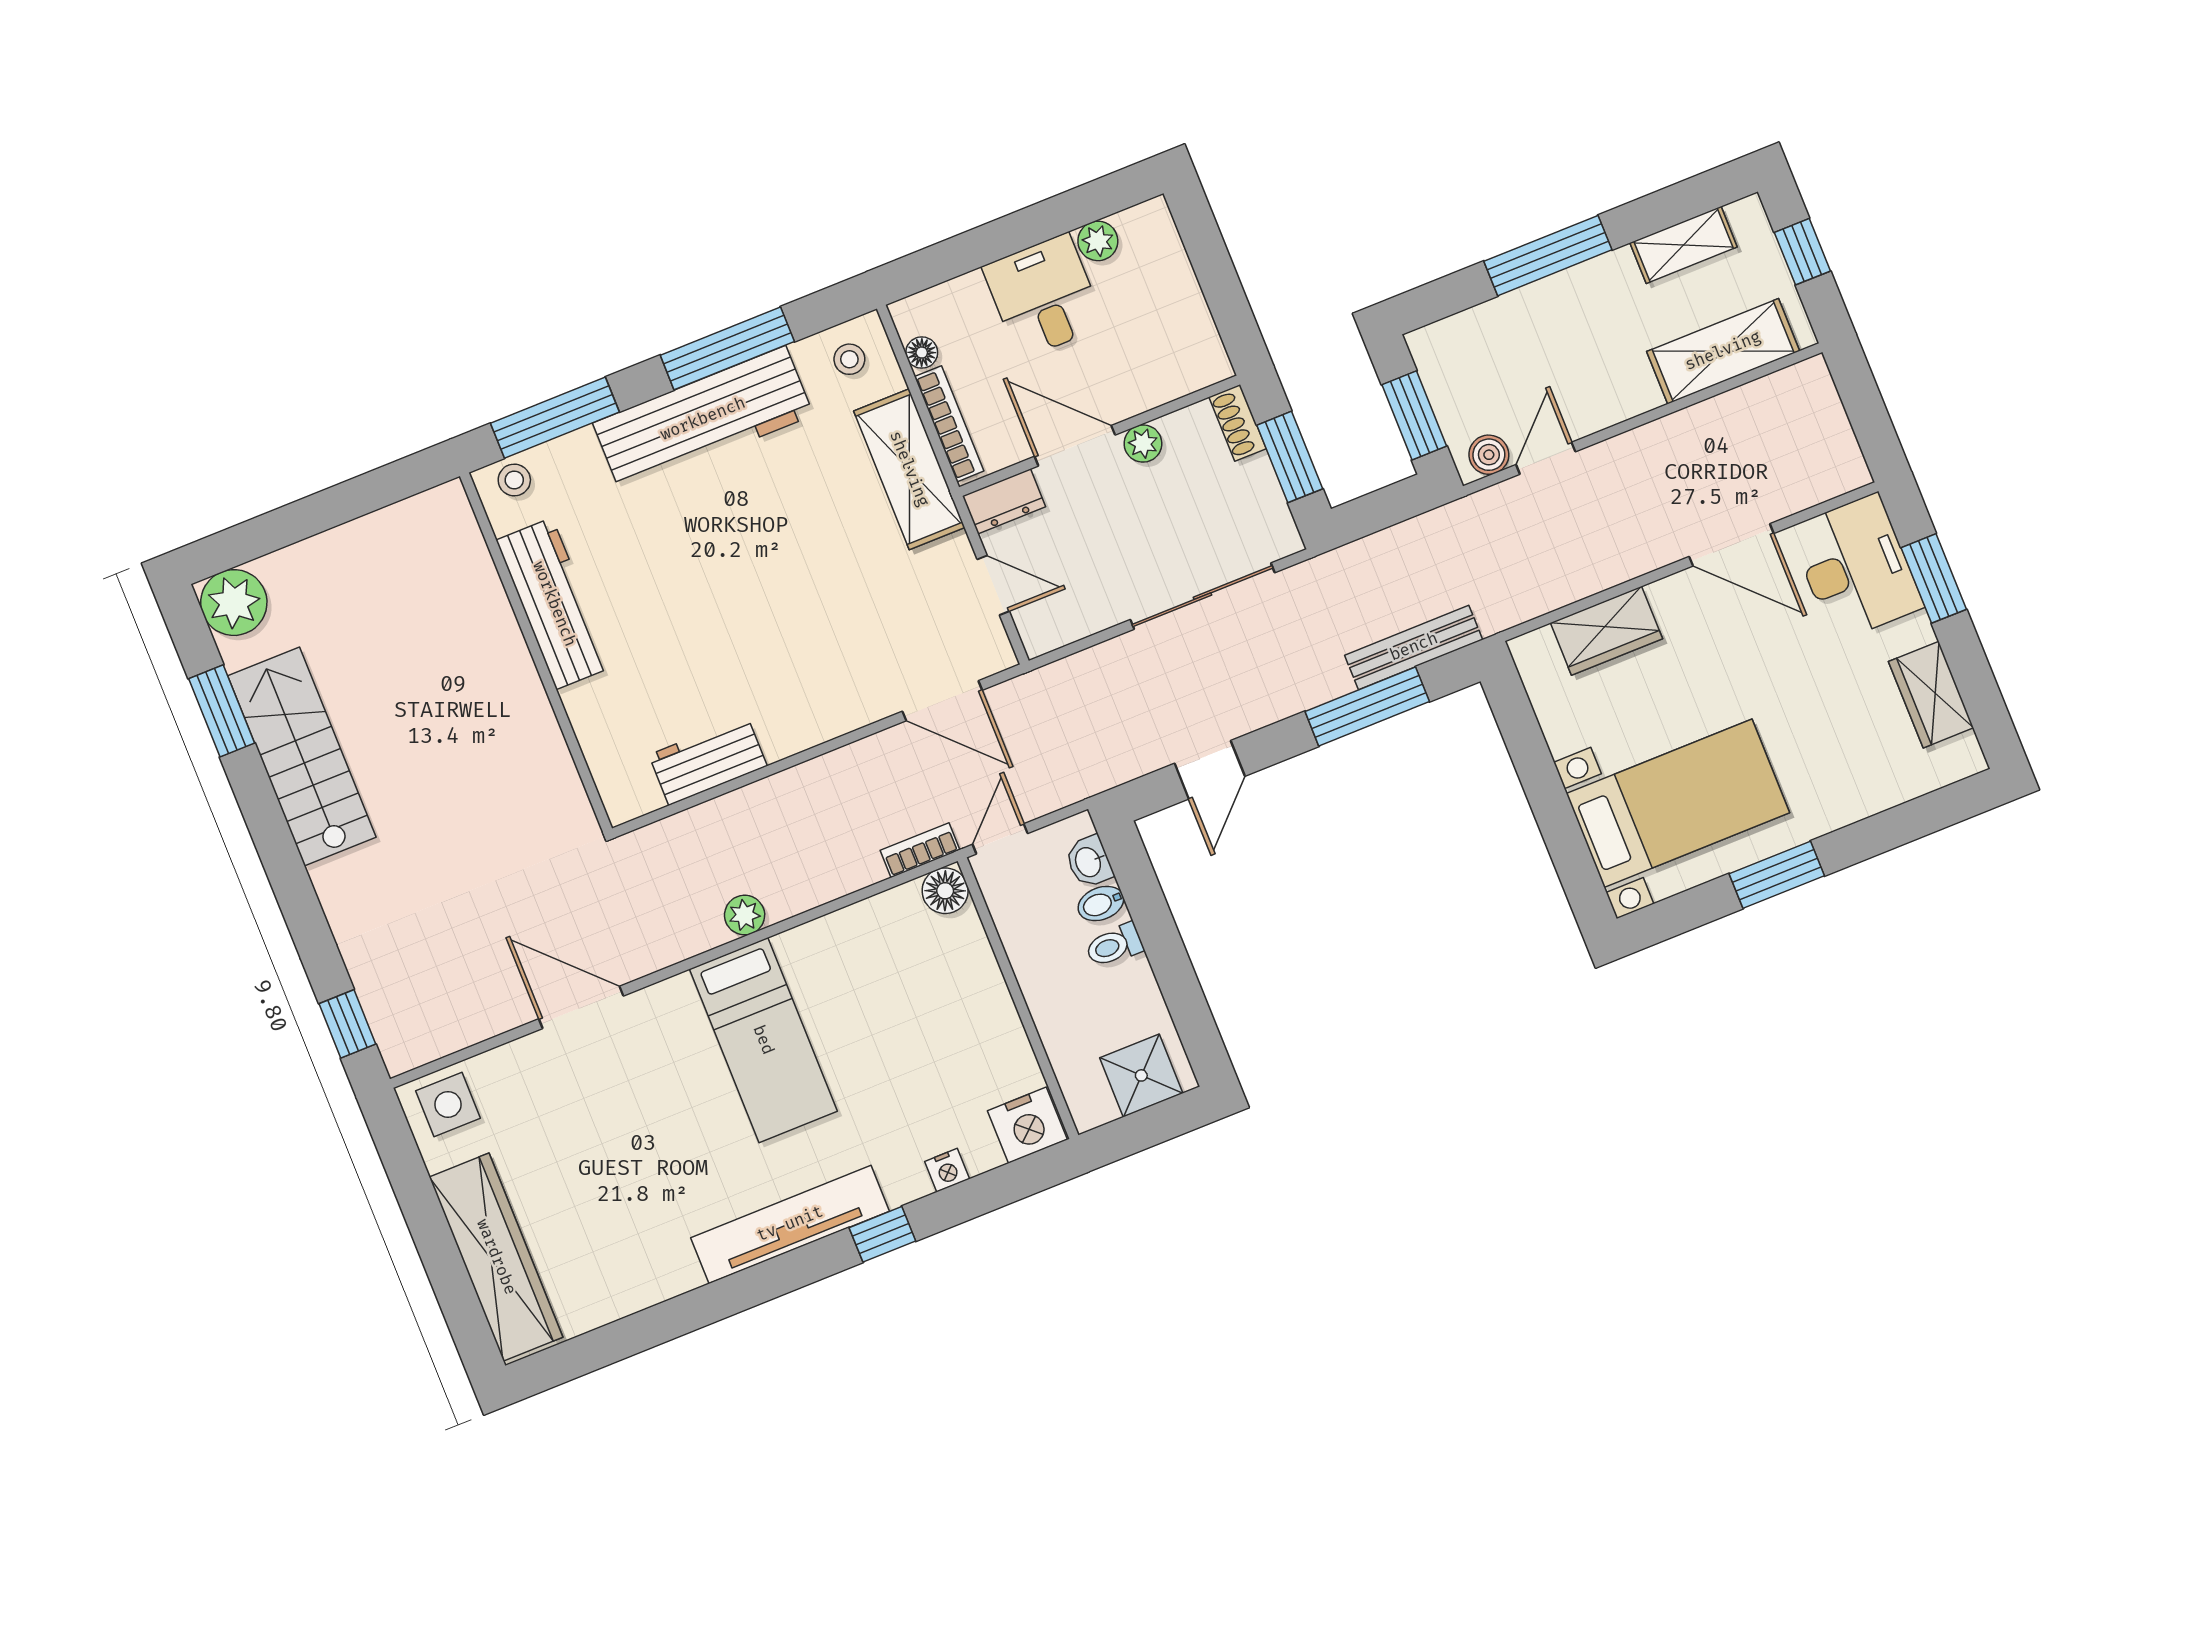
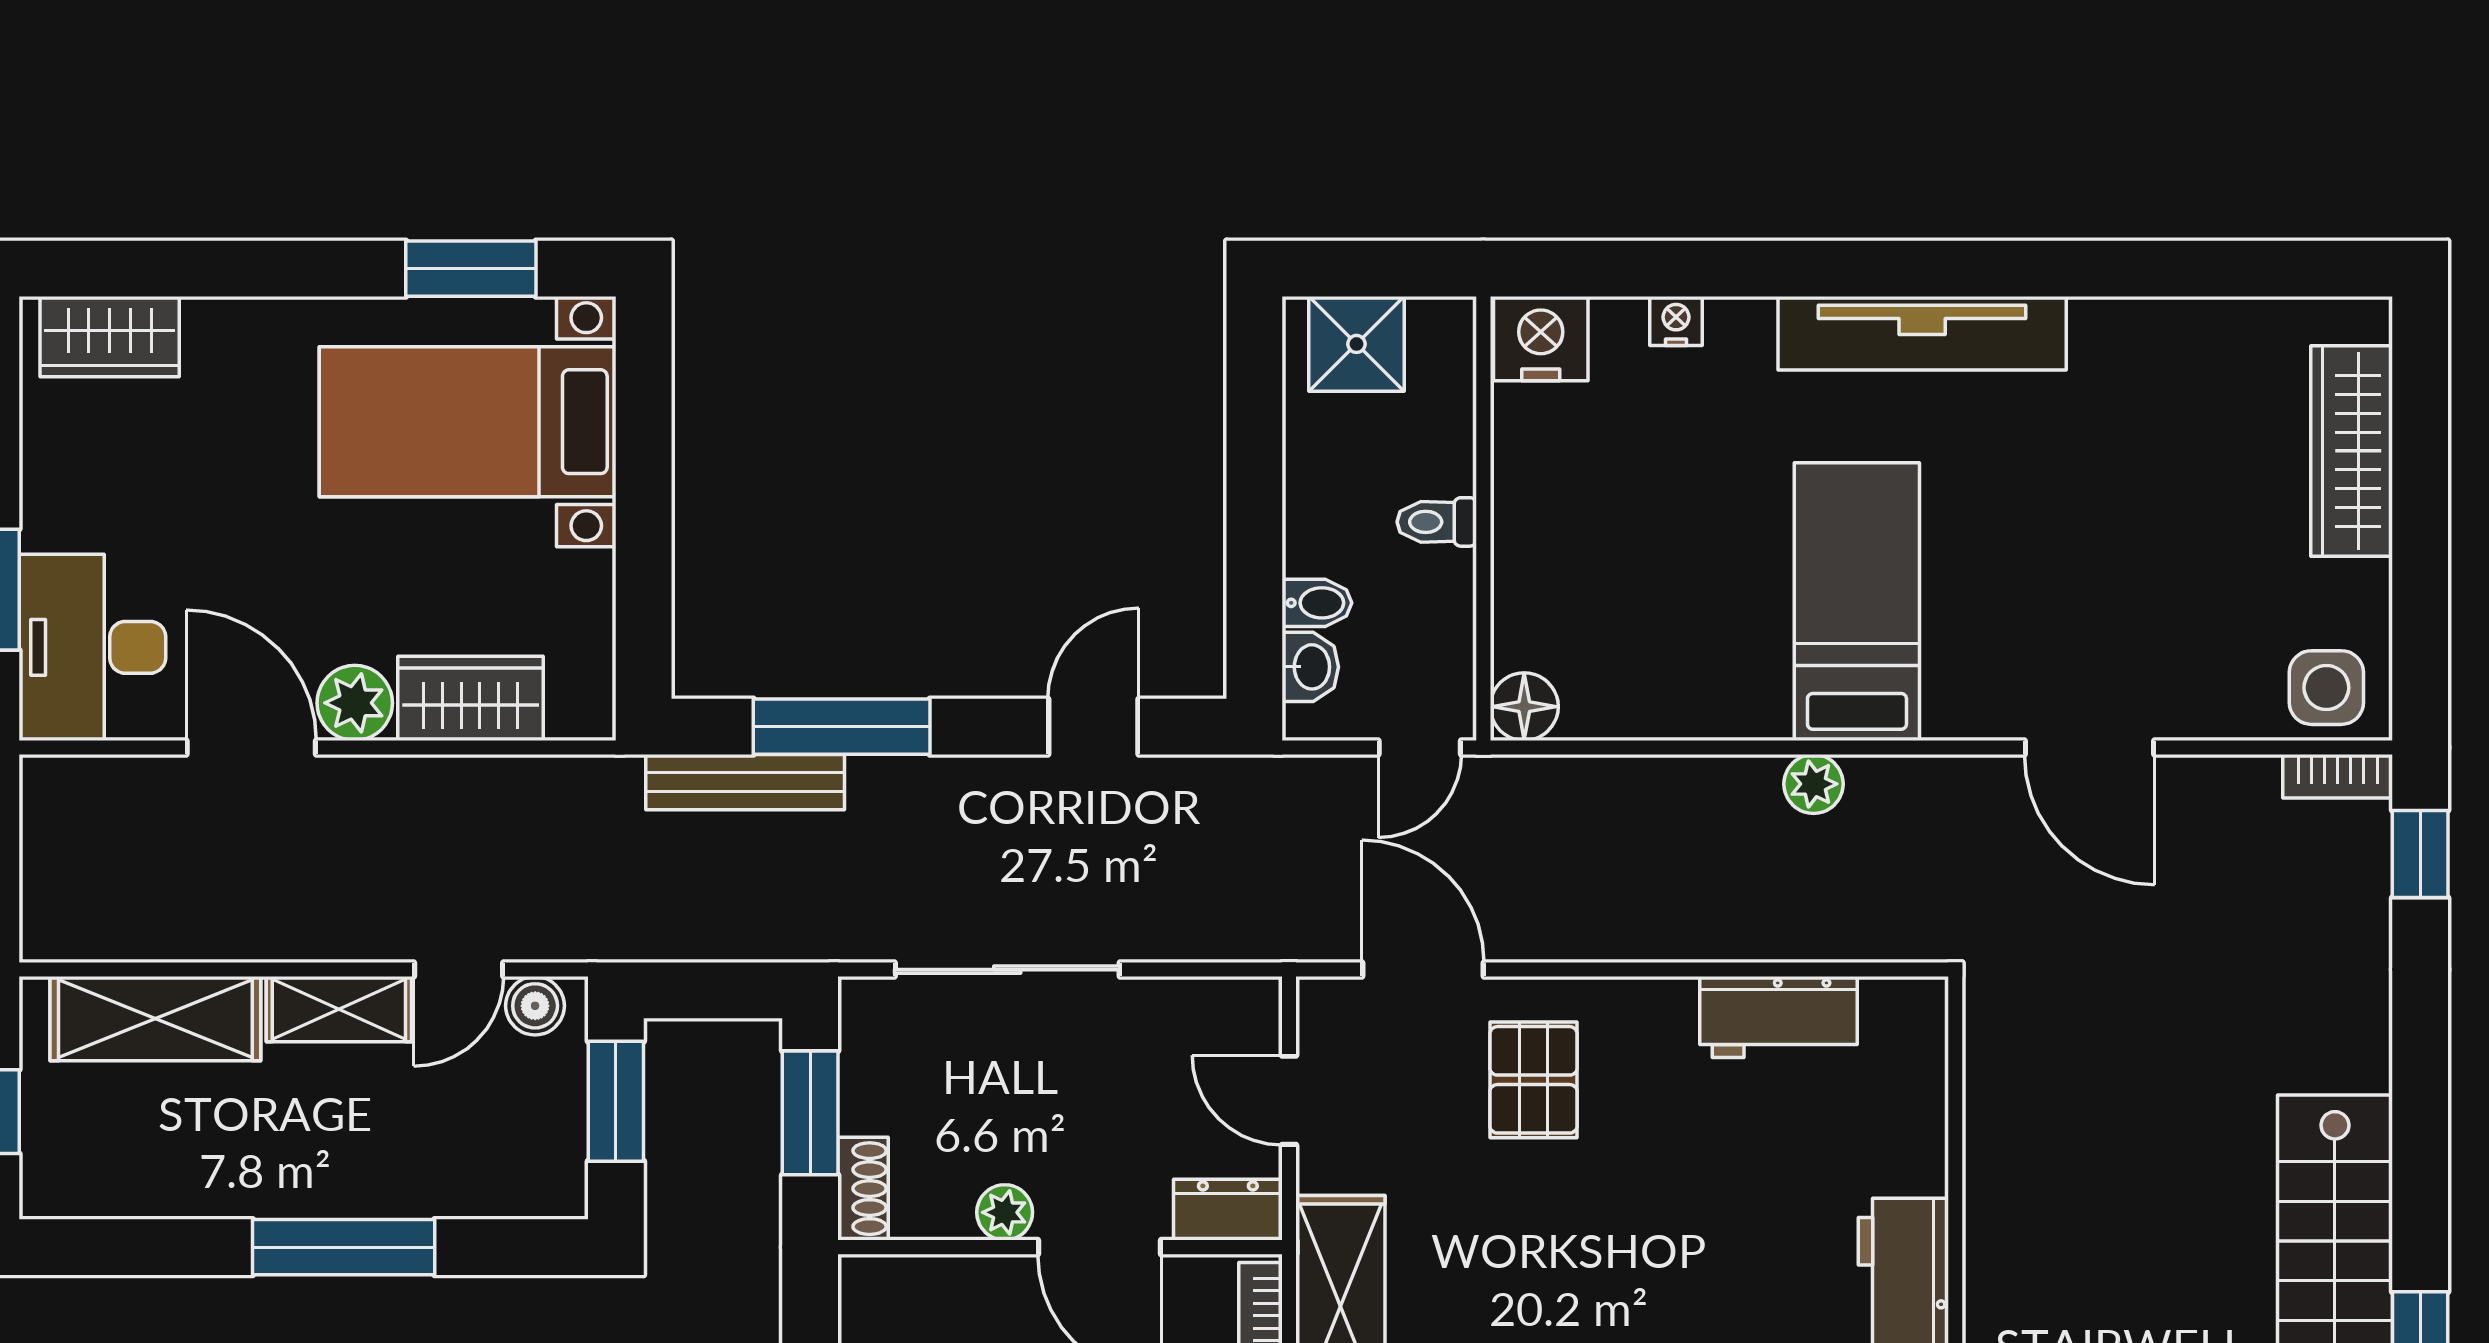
shelving: (1684, 245) -> (339, 1009), moved
plant: (1678, 599) -> (355, 703), added
pallet: (845, 660) -> (1533, 1080), added
wardrobe: (1931, 695) -> (110, 337), moved, turned 90
bookcase: (920, 850) -> (2338, 776), moved
window: (1777, 875) -> (471, 269), moved
toilet: (1114, 945) -> (1437, 522), moved, turned 180
window: (882, 1234) -> (1801, 269), removed
wardrobe: (496, 1257) -> (2352, 451), width x0.71, depth x0.85

